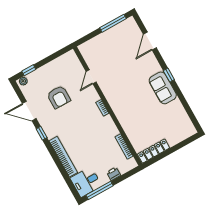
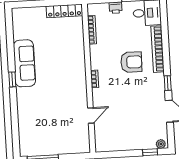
door: (150, 41) -> (15, 123), removed
sofa: (163, 88) -> (24, 63), width x1.36
armchair: (59, 97) -> (131, 62), moved, turned 91

